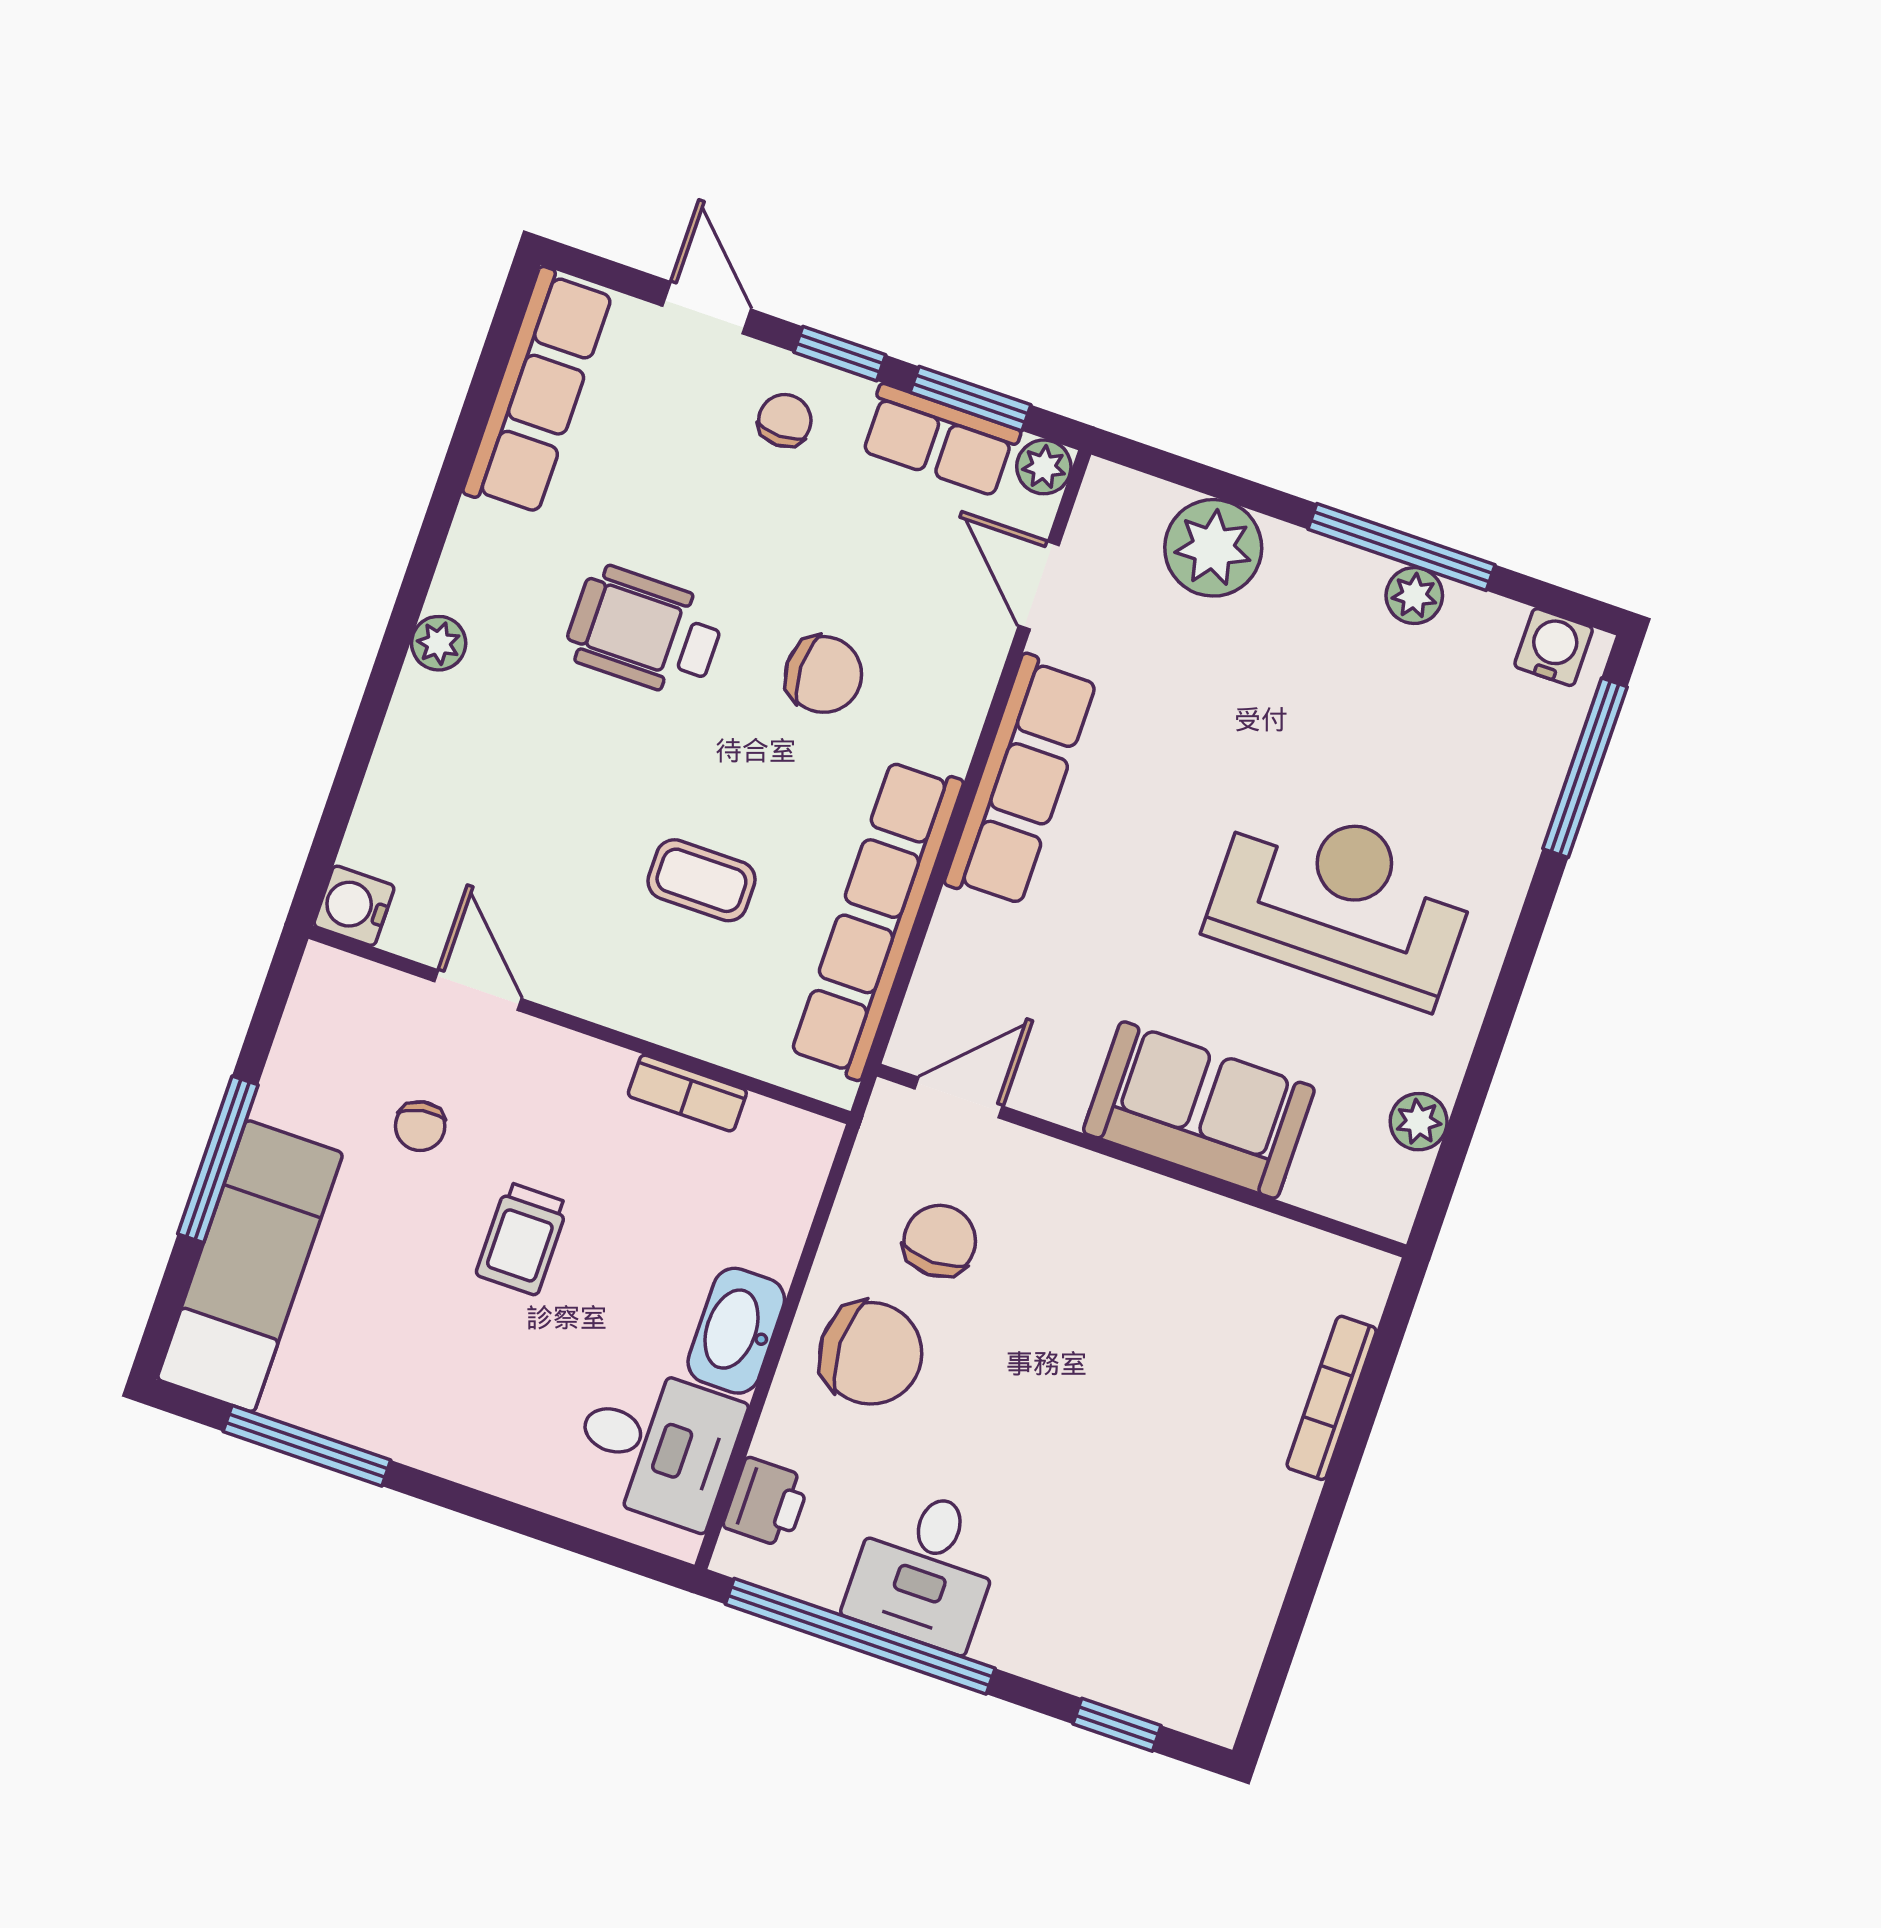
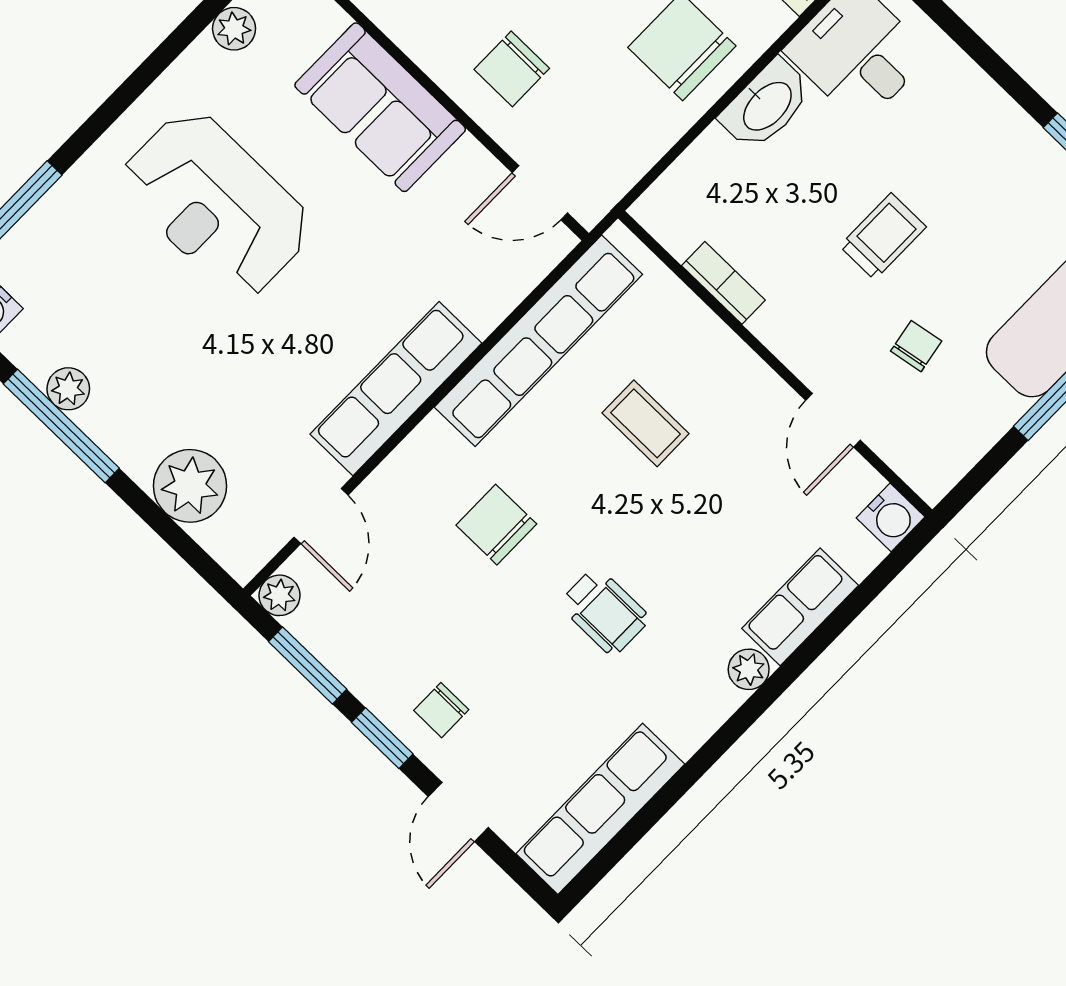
row of seats: (940, 440) -> (800, 607), moved, turned -90
wheelchair: (645, 631) -> (604, 611), width x0.73, depth x0.73
chair: (940, 1241) -> (512, 69), moved

